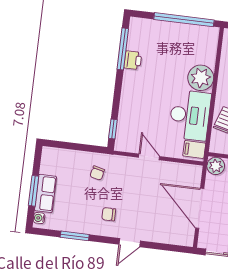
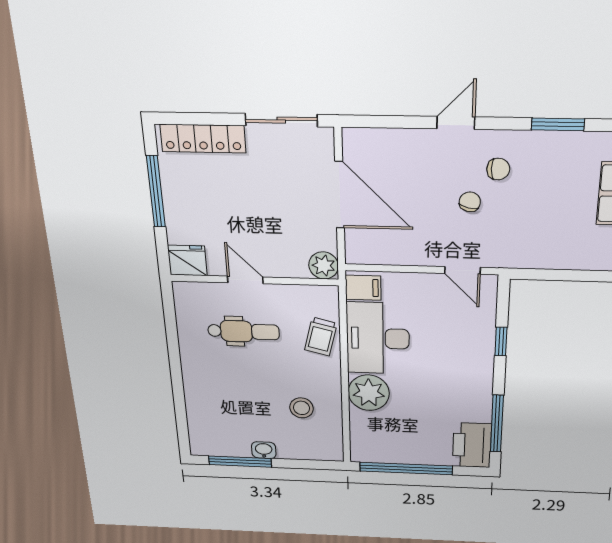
printer: (133, 60) -> (472, 445), moved, width x1.87, depth x1.48
window: (113, 129) -> (501, 342), moved
door: (149, 157) -> (462, 270), moved
chair: (97, 173) -> (470, 202), moved

